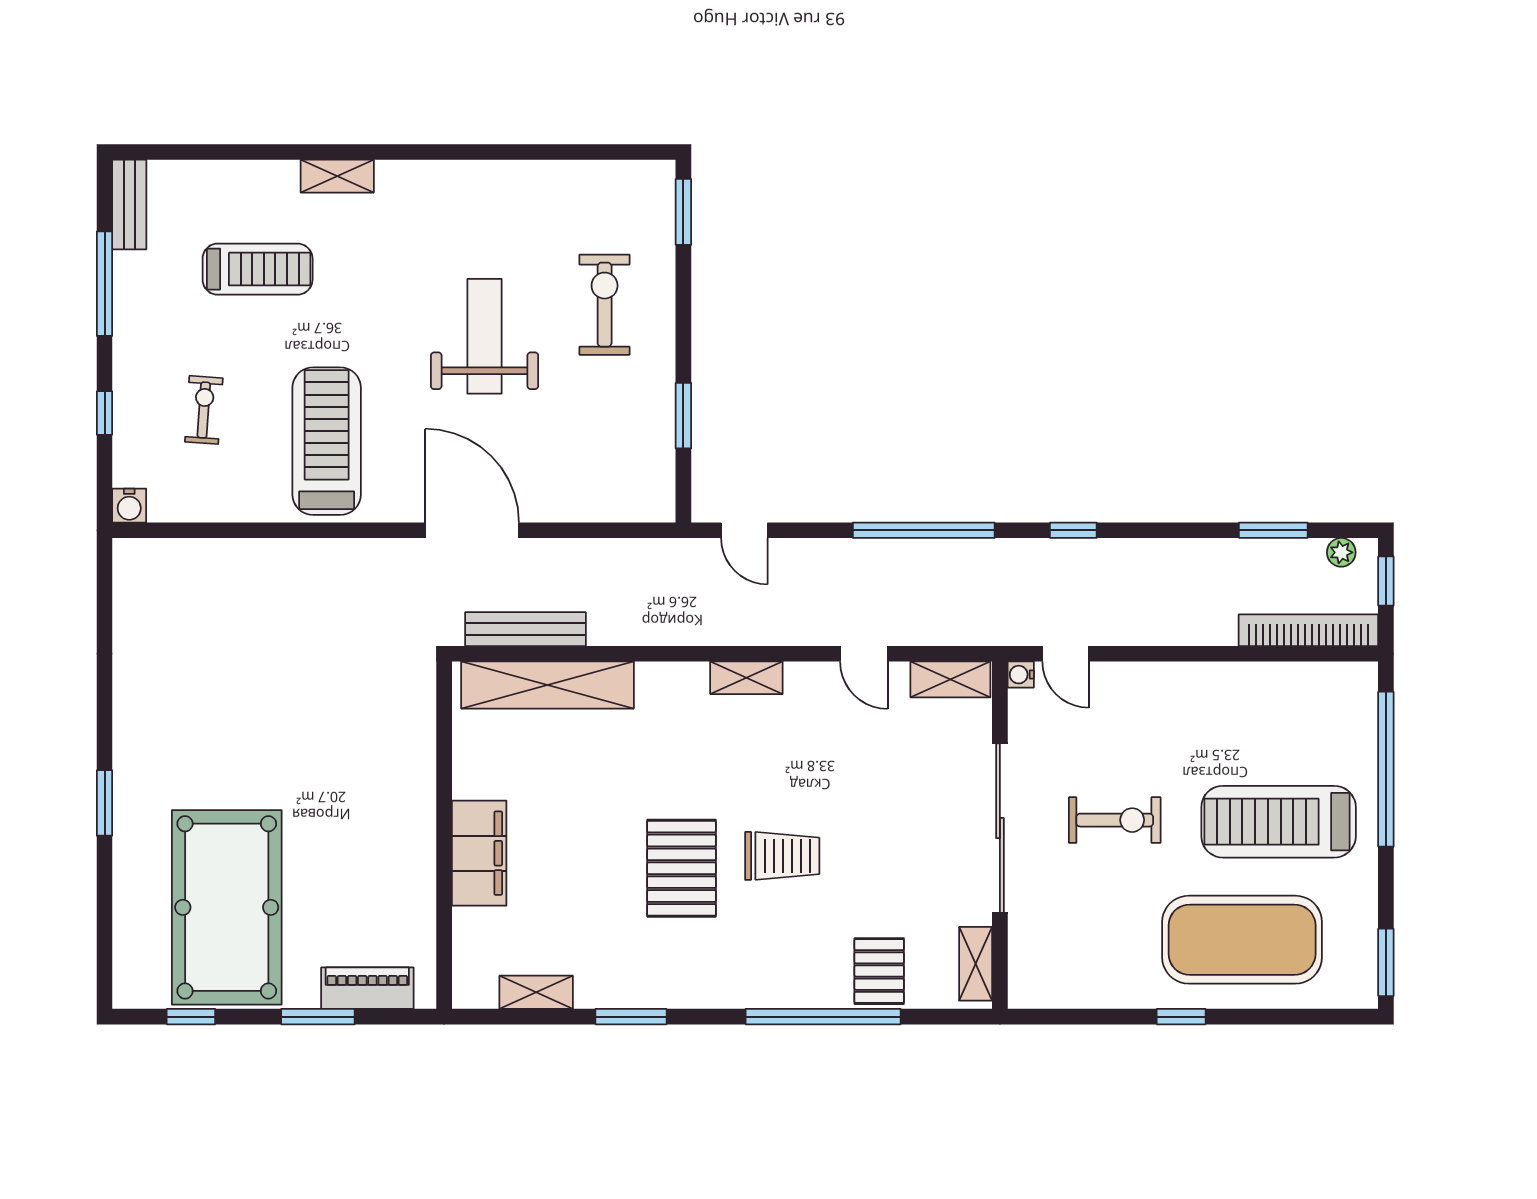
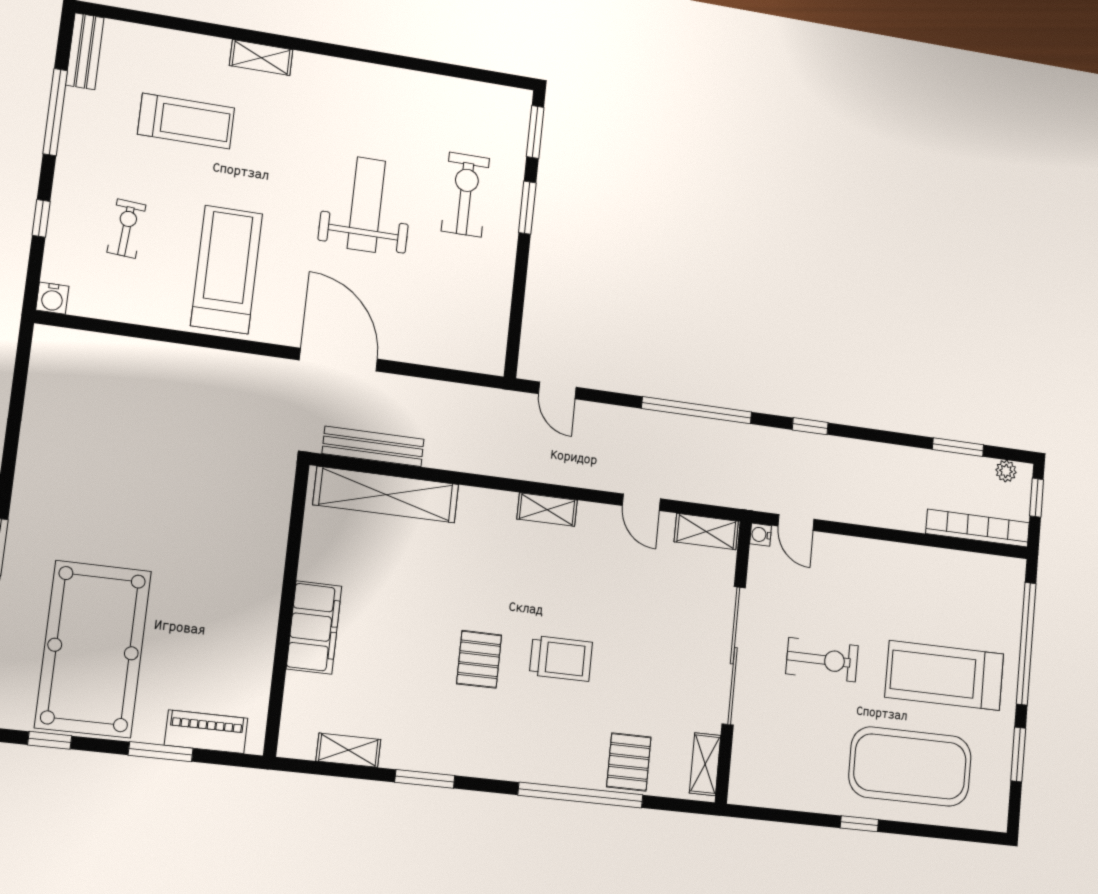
window: (683, 416) -> (527, 208), moved
pallet: (682, 868) -> (479, 659), width x0.67, depth x0.71
window: (1386, 962) -> (1018, 755), moved

